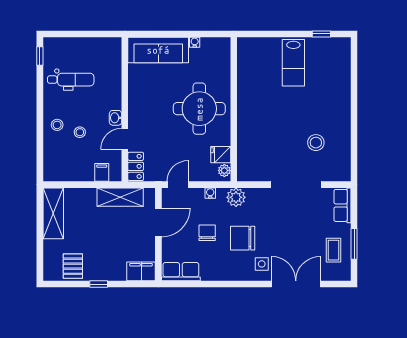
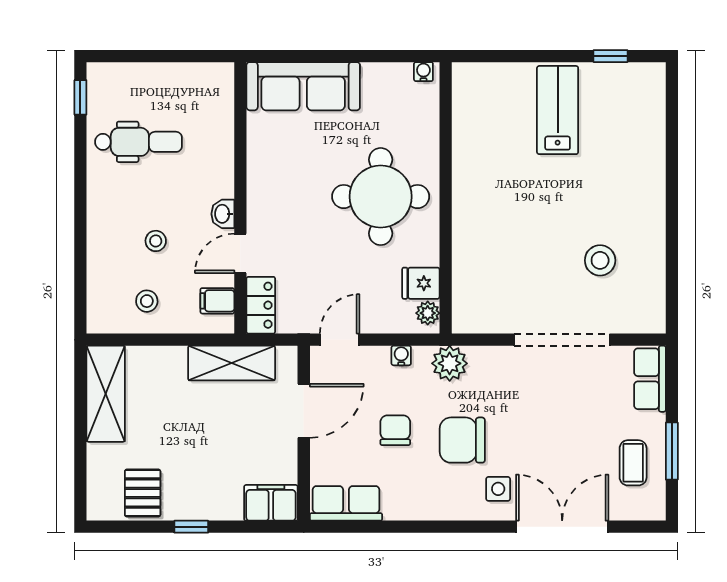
water cooler: (195, 42) -> (423, 72), moved
lab bench: (293, 63) -> (558, 110), turned 180
stool: (57, 125) -> (147, 301), moved
filing cabinet: (102, 172) -> (217, 301), moved, turned -90

